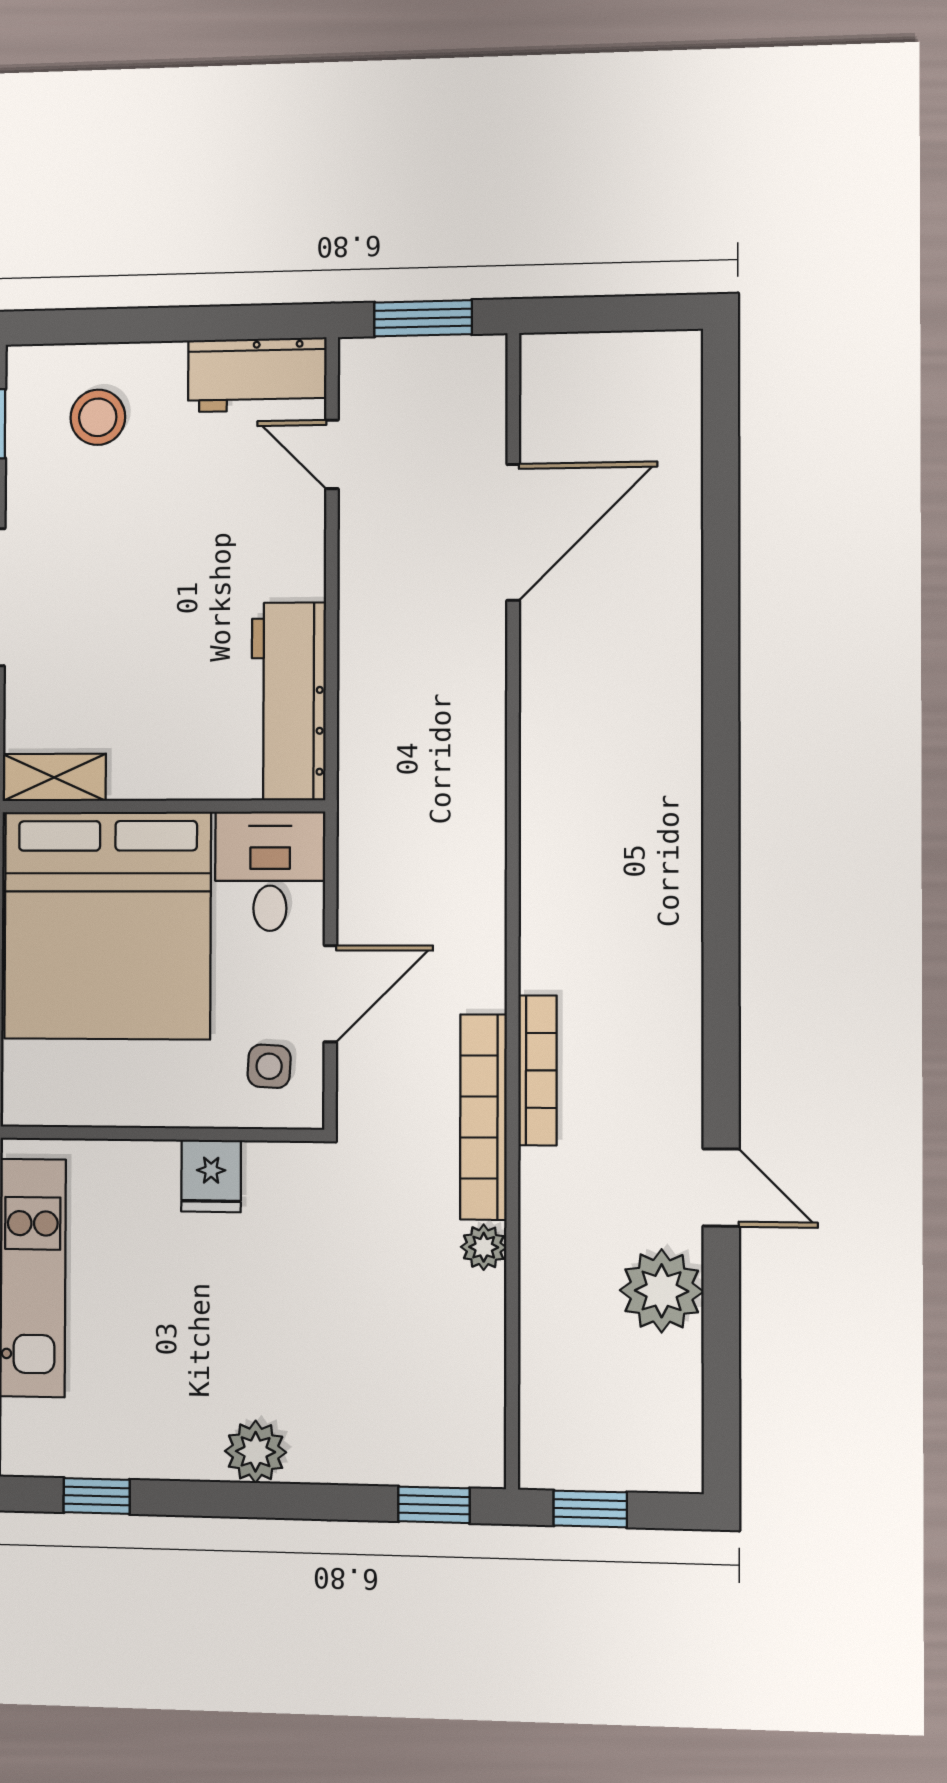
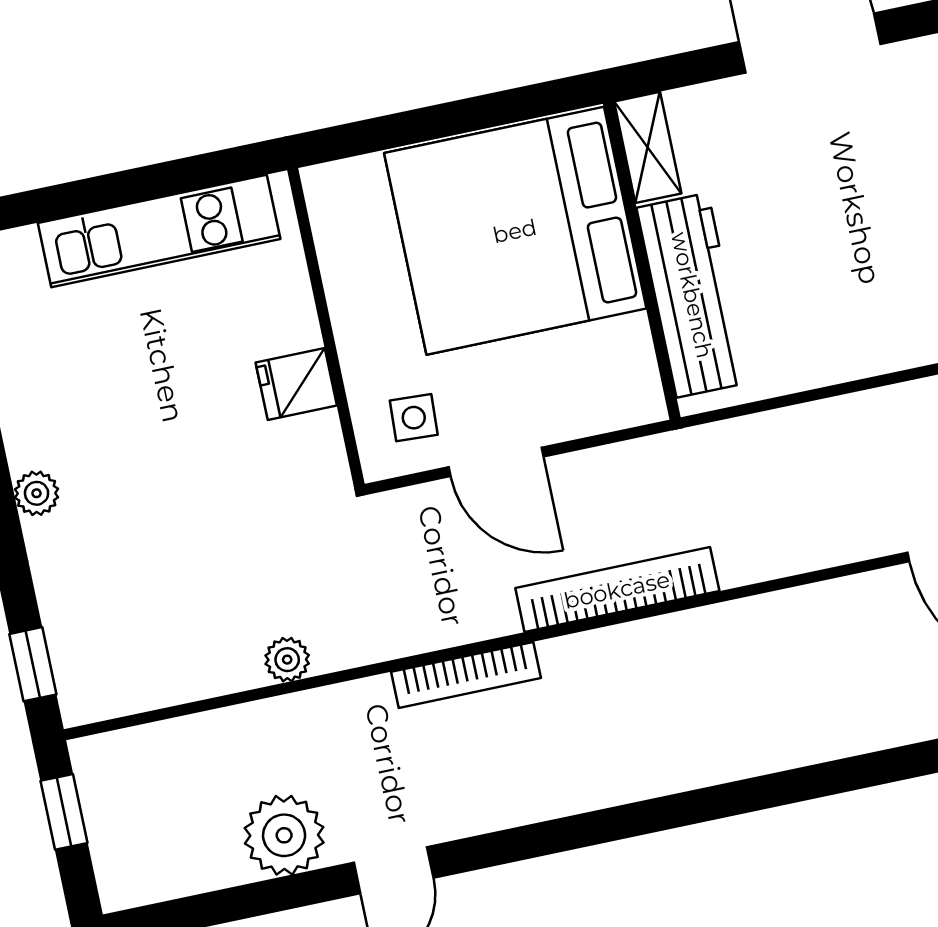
workbench: (289, 701) -> (692, 295), moved, turned 90
desk: (270, 871) -> (601, 378), removed
bookcase: (483, 1117) -> (617, 590), moved
plant: (256, 1452) -> (37, 493), width x0.73, depth x0.73

